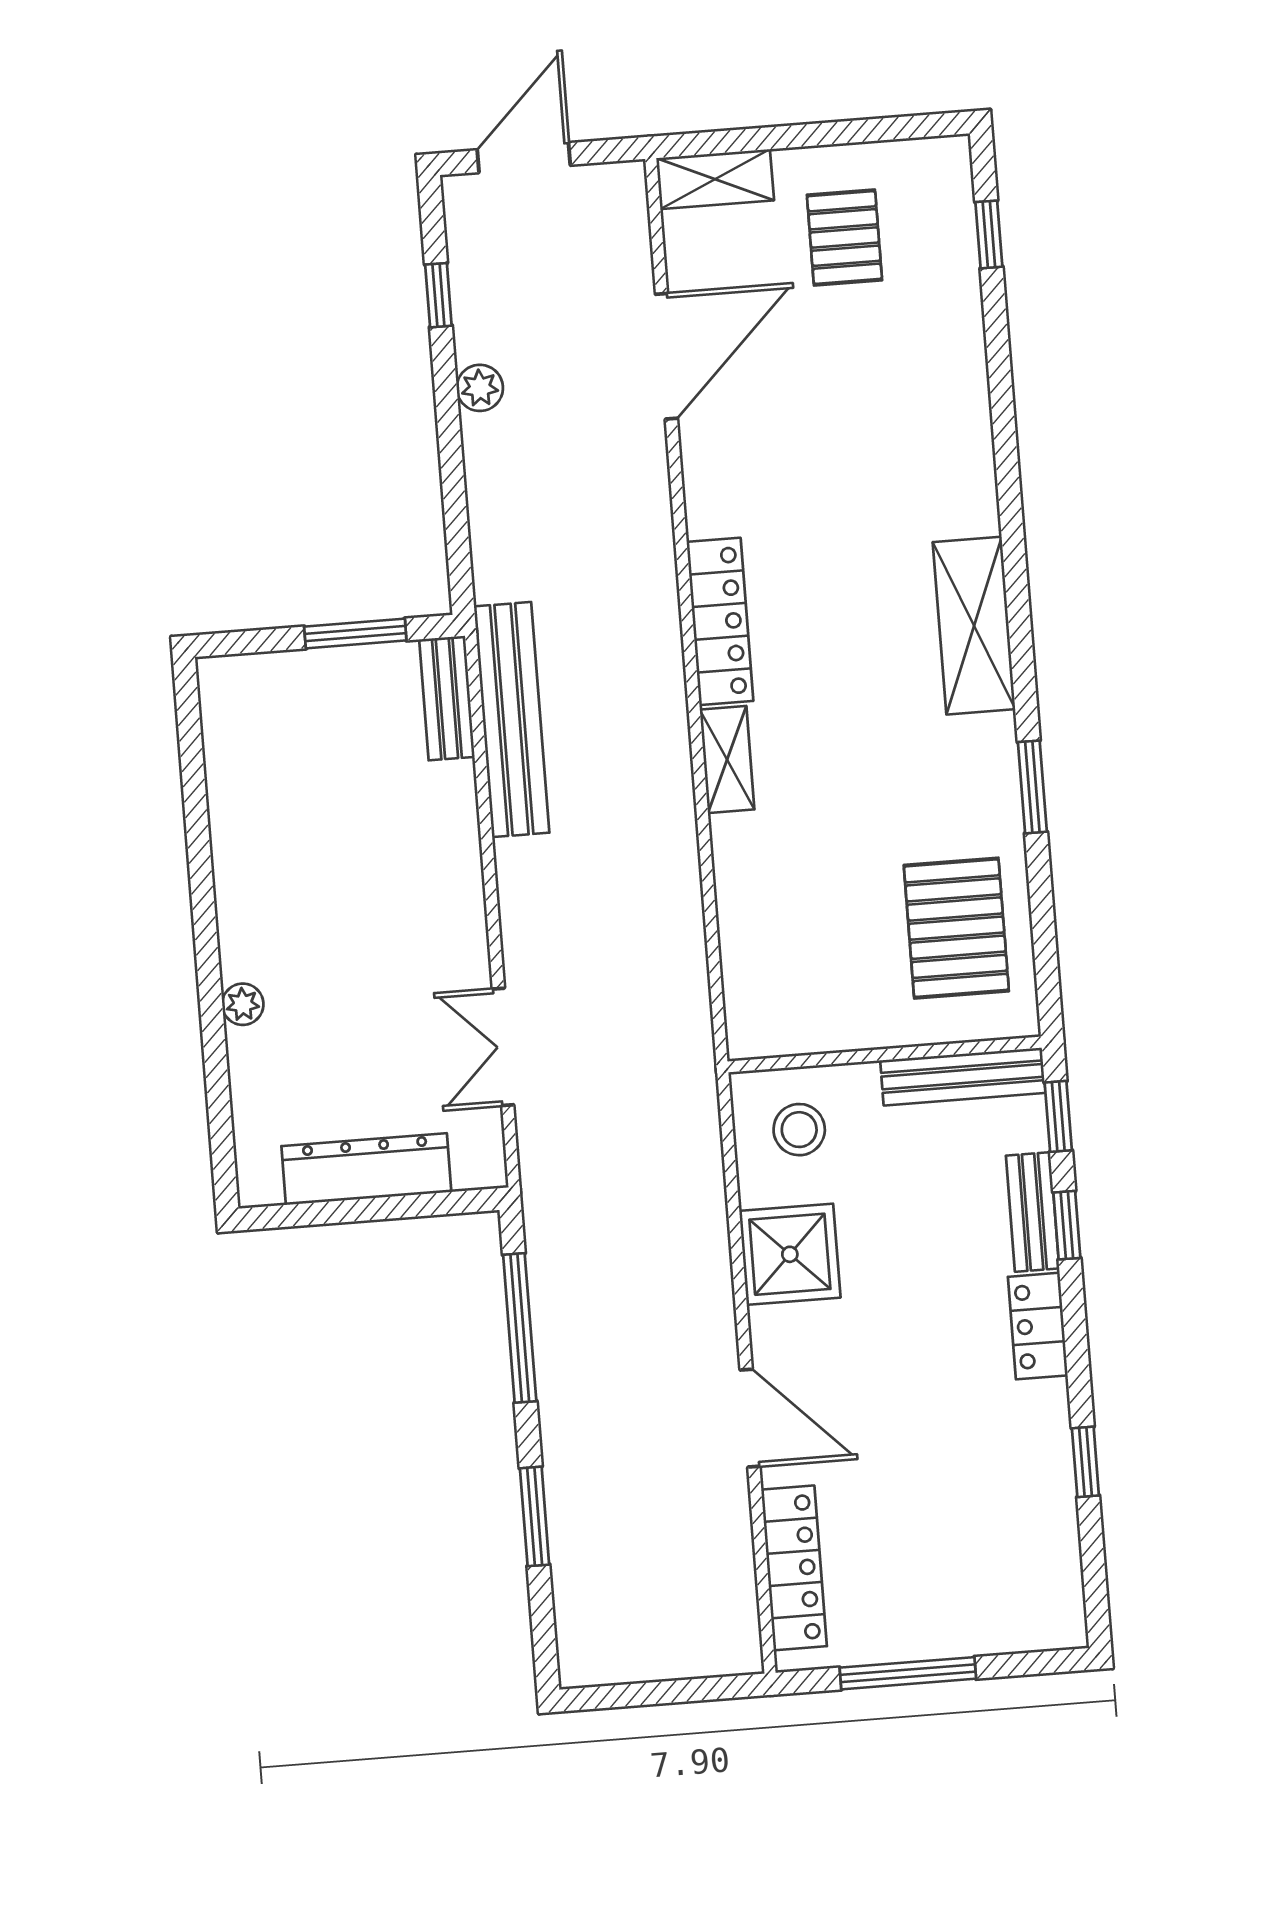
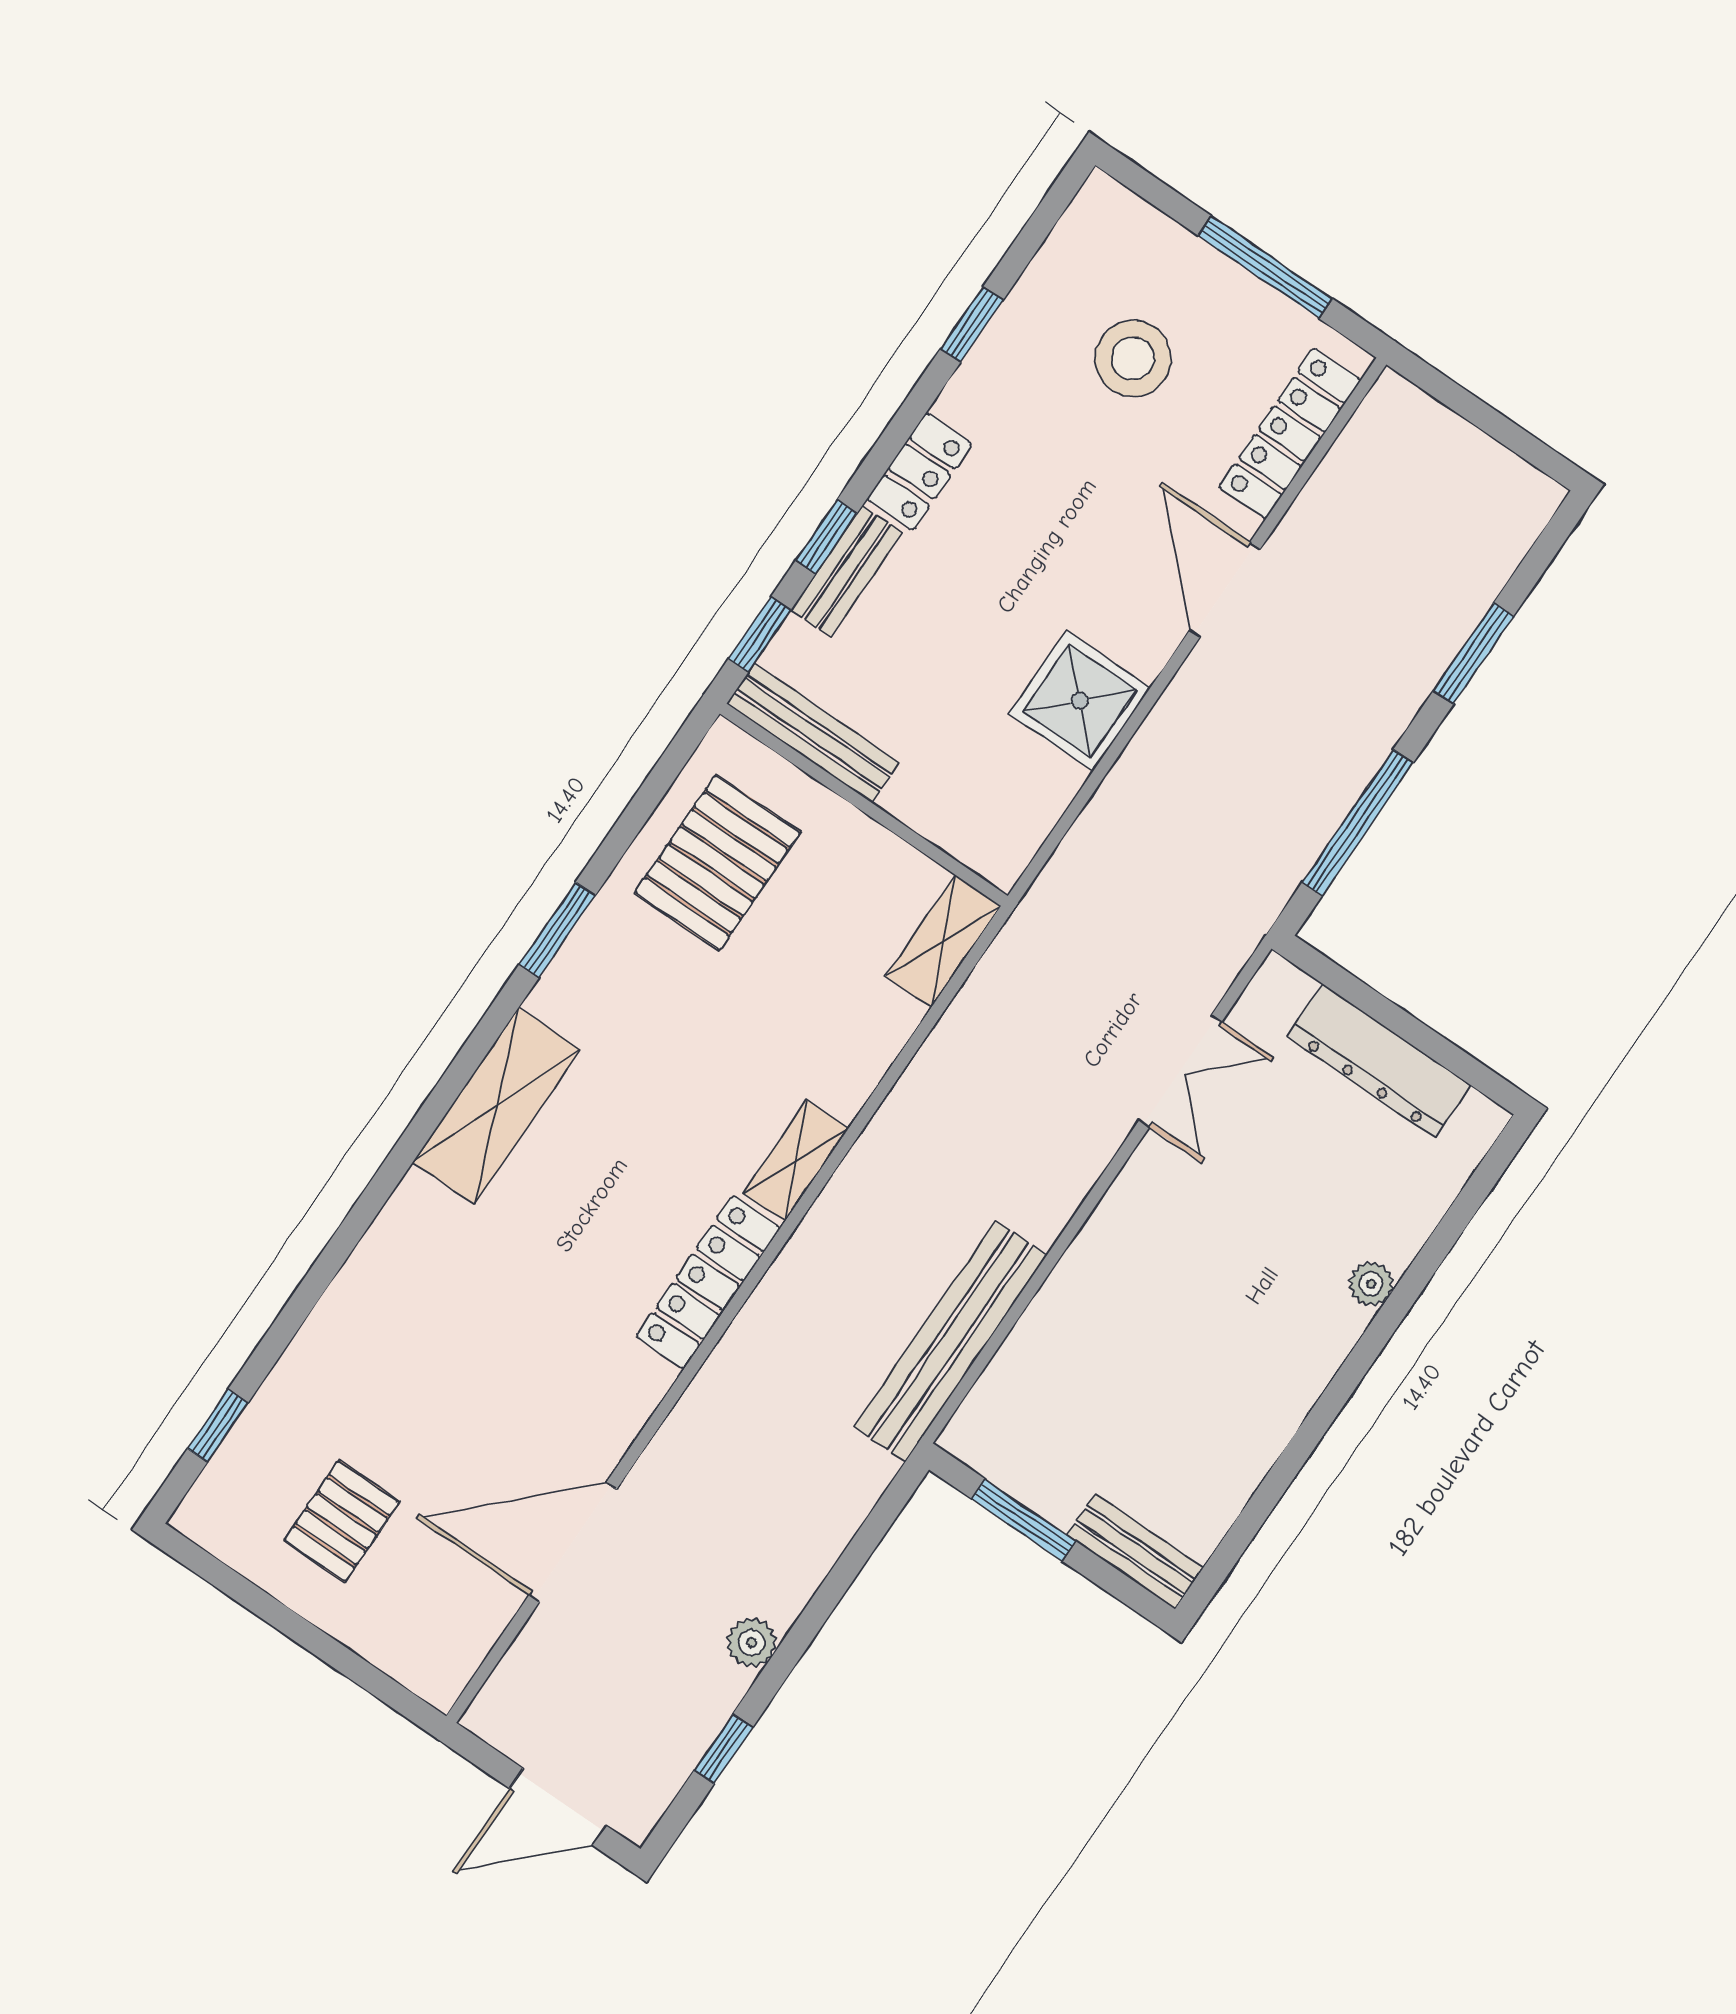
shelving: (715, 179) -> (943, 941), moved, turned 90
bench: (447, 698) -> (1135, 1552), moved, turned 90
stool: (799, 1130) -> (1133, 358), moved, width x1.38, depth x1.38

